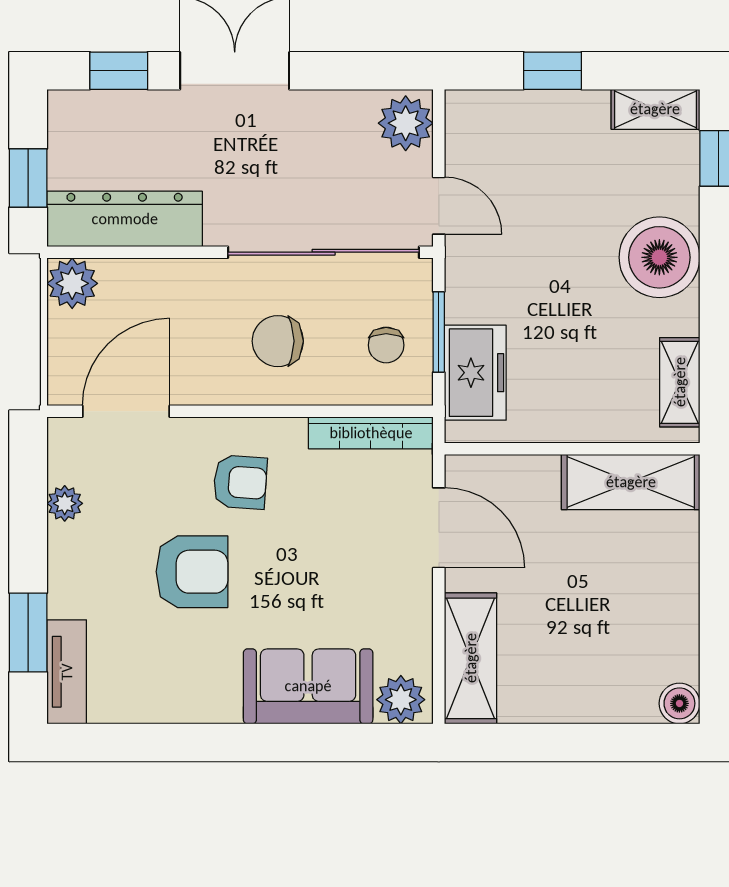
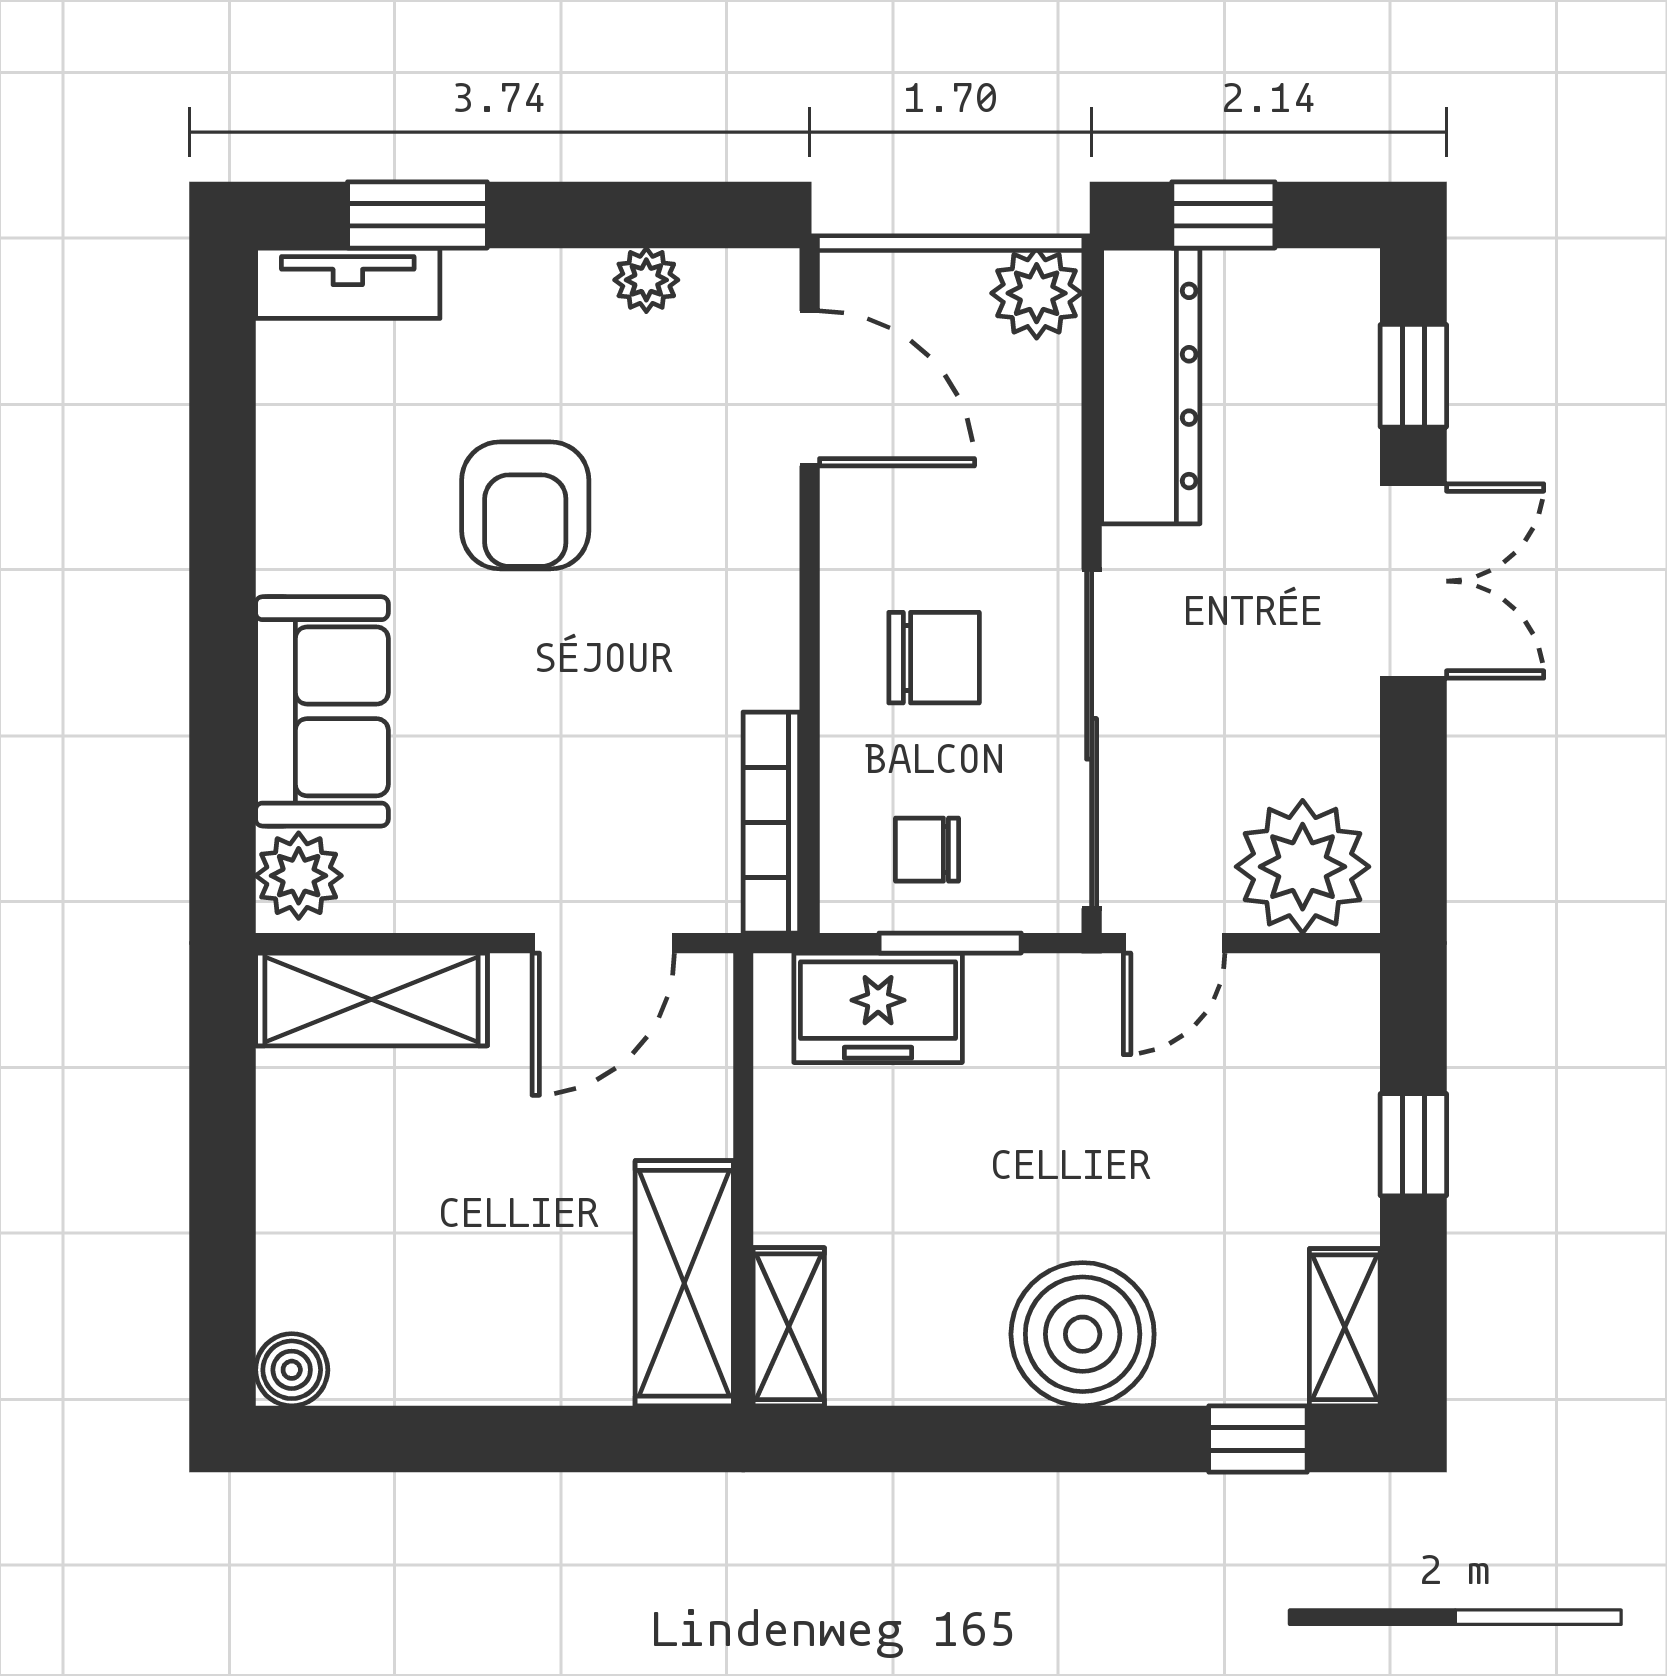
plant: (406, 123) -> (1303, 867), width x1.36, depth x1.36
chair: (278, 341) -> (934, 658), turned 90
shelving: (680, 382) -> (789, 1327), moved, turned 90
armchair: (240, 482) -> (684, 591), removed

